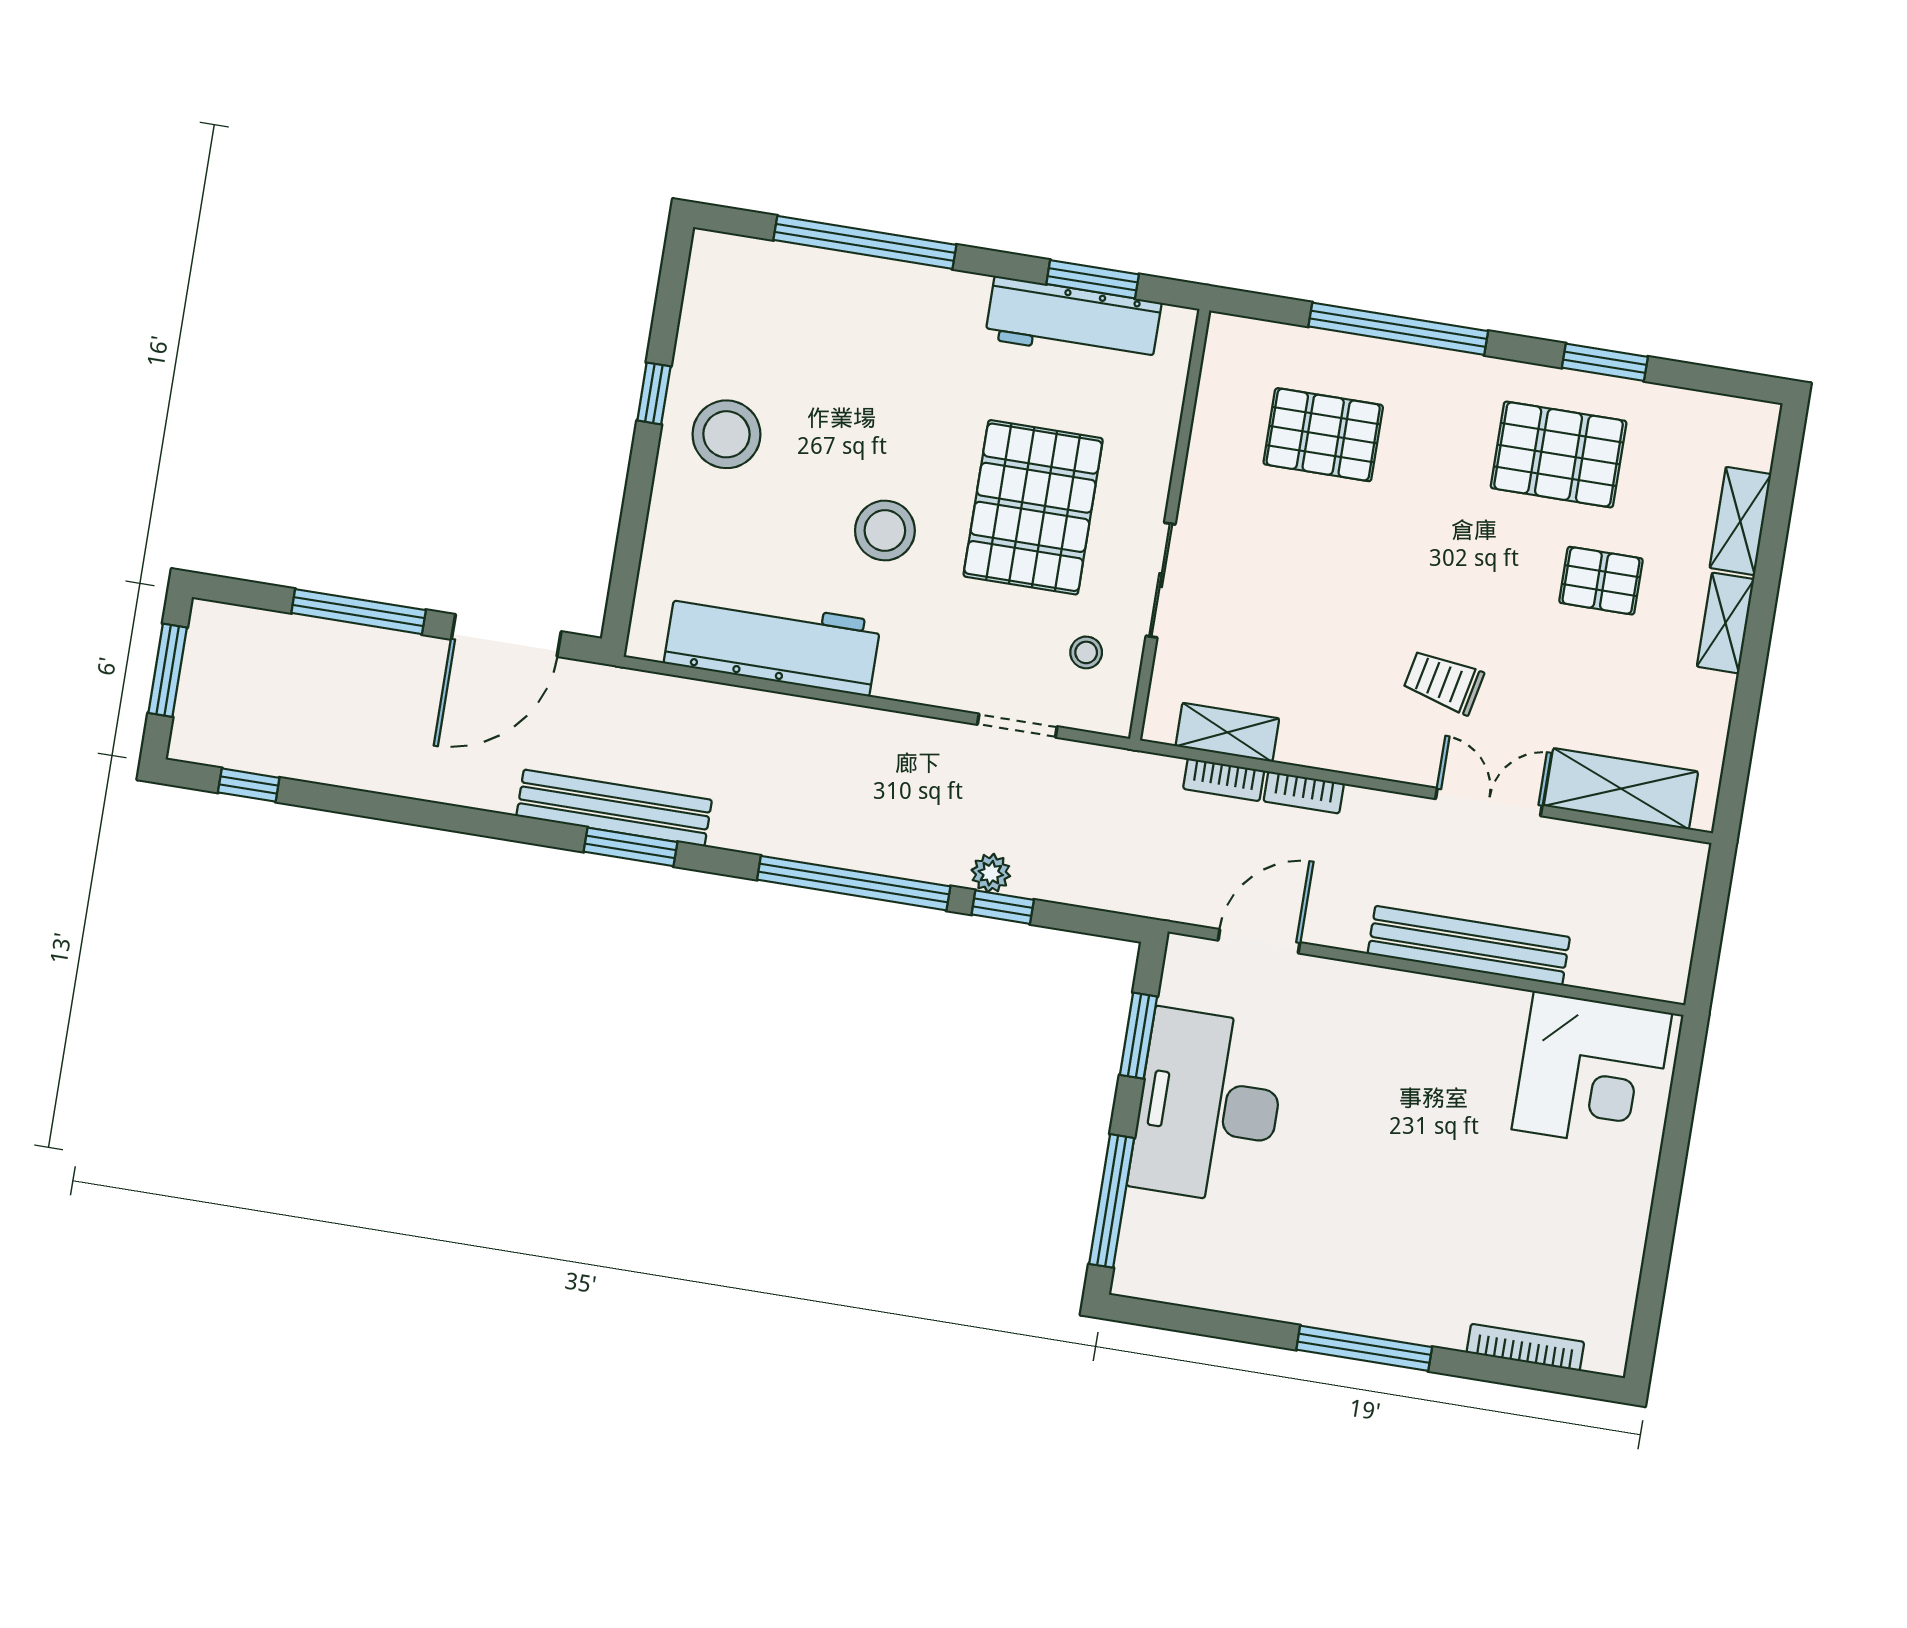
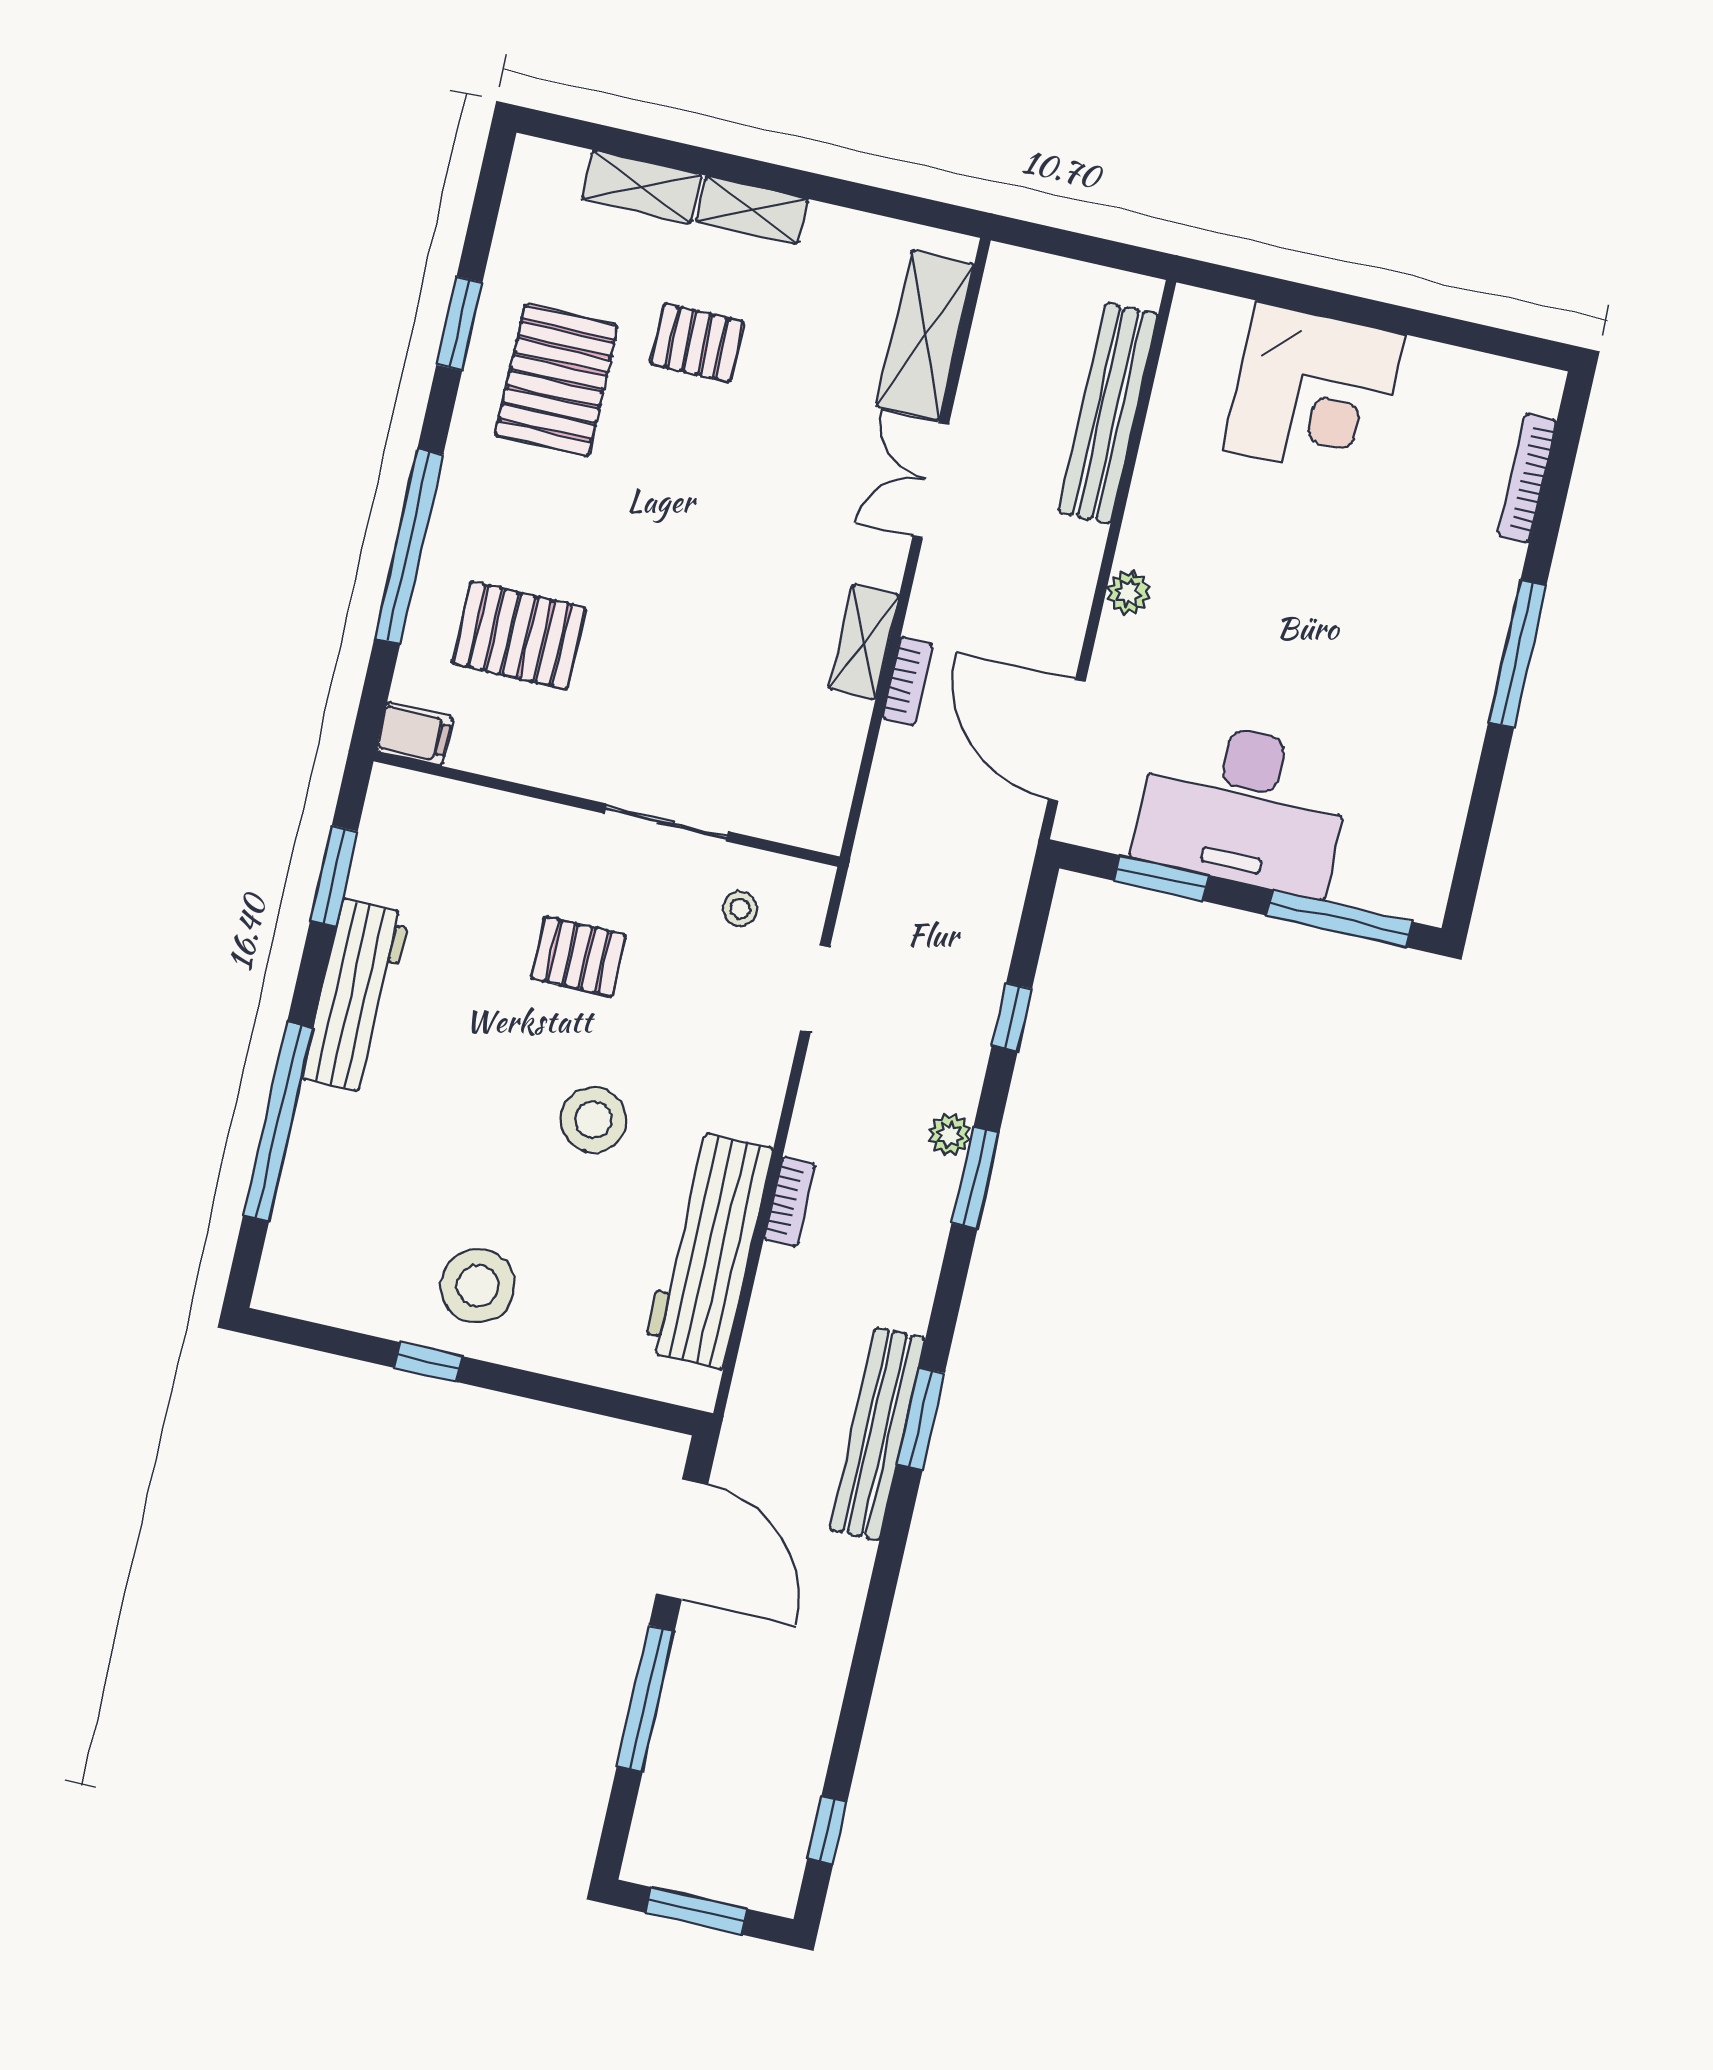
workbench: (1073, 321) -> (356, 996), moved
filing cabinet: (1227, 345) -> (414, 734), added
pallet: (1323, 435) -> (519, 636), turned 90
pallet: (1033, 507) -> (578, 957), width x0.49, depth x0.50
pallet: (1601, 581) -> (697, 343), turned 90
trolley: (1444, 682) -> (797, 521), removed
shelving: (1227, 732) -> (864, 642), moved
bookcase: (1224, 780) -> (790, 1202), moved
plant: (991, 873) -> (950, 1135), moved
window: (854, 883) -> (975, 1178), width x0.47
door: (1259, 941) -> (1067, 740), width x1.36
bench: (1469, 946) -> (1108, 413), moved
plant: (1397, 989) -> (1128, 593), added
corner desk: (1592, 1071) -> (1314, 392), moved, turned 90

